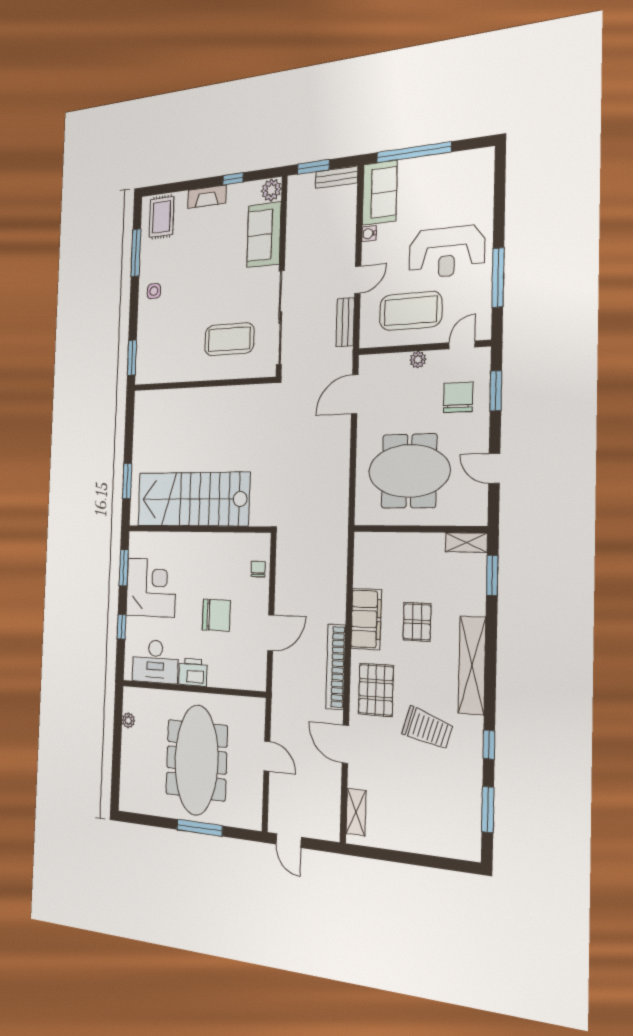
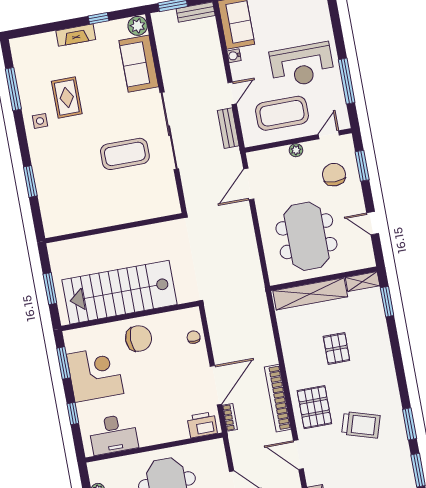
rug: (162, 217) -> (67, 97), moved
wall: (203, 384) -> (114, 228), moved
meeting table: (409, 471) -> (306, 236), turned 90
chair: (216, 615) -> (139, 339), moved
filing cabinet: (366, 619) -> (295, 356), removed
door: (271, 633) -> (216, 385), width x1.36
shelving: (472, 665) -> (310, 294), moved, turned 90
printer: (193, 672) -> (202, 425), moved
bookcase: (278, 676) -> (230, 417), added
window: (489, 745) -> (410, 424), width x1.50

